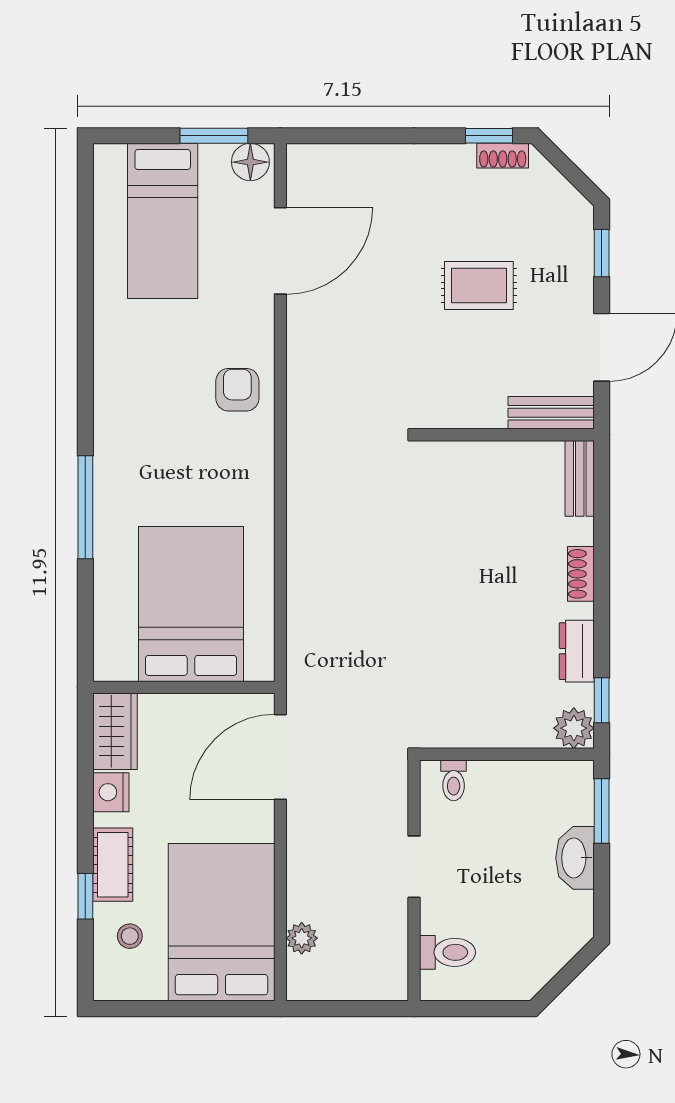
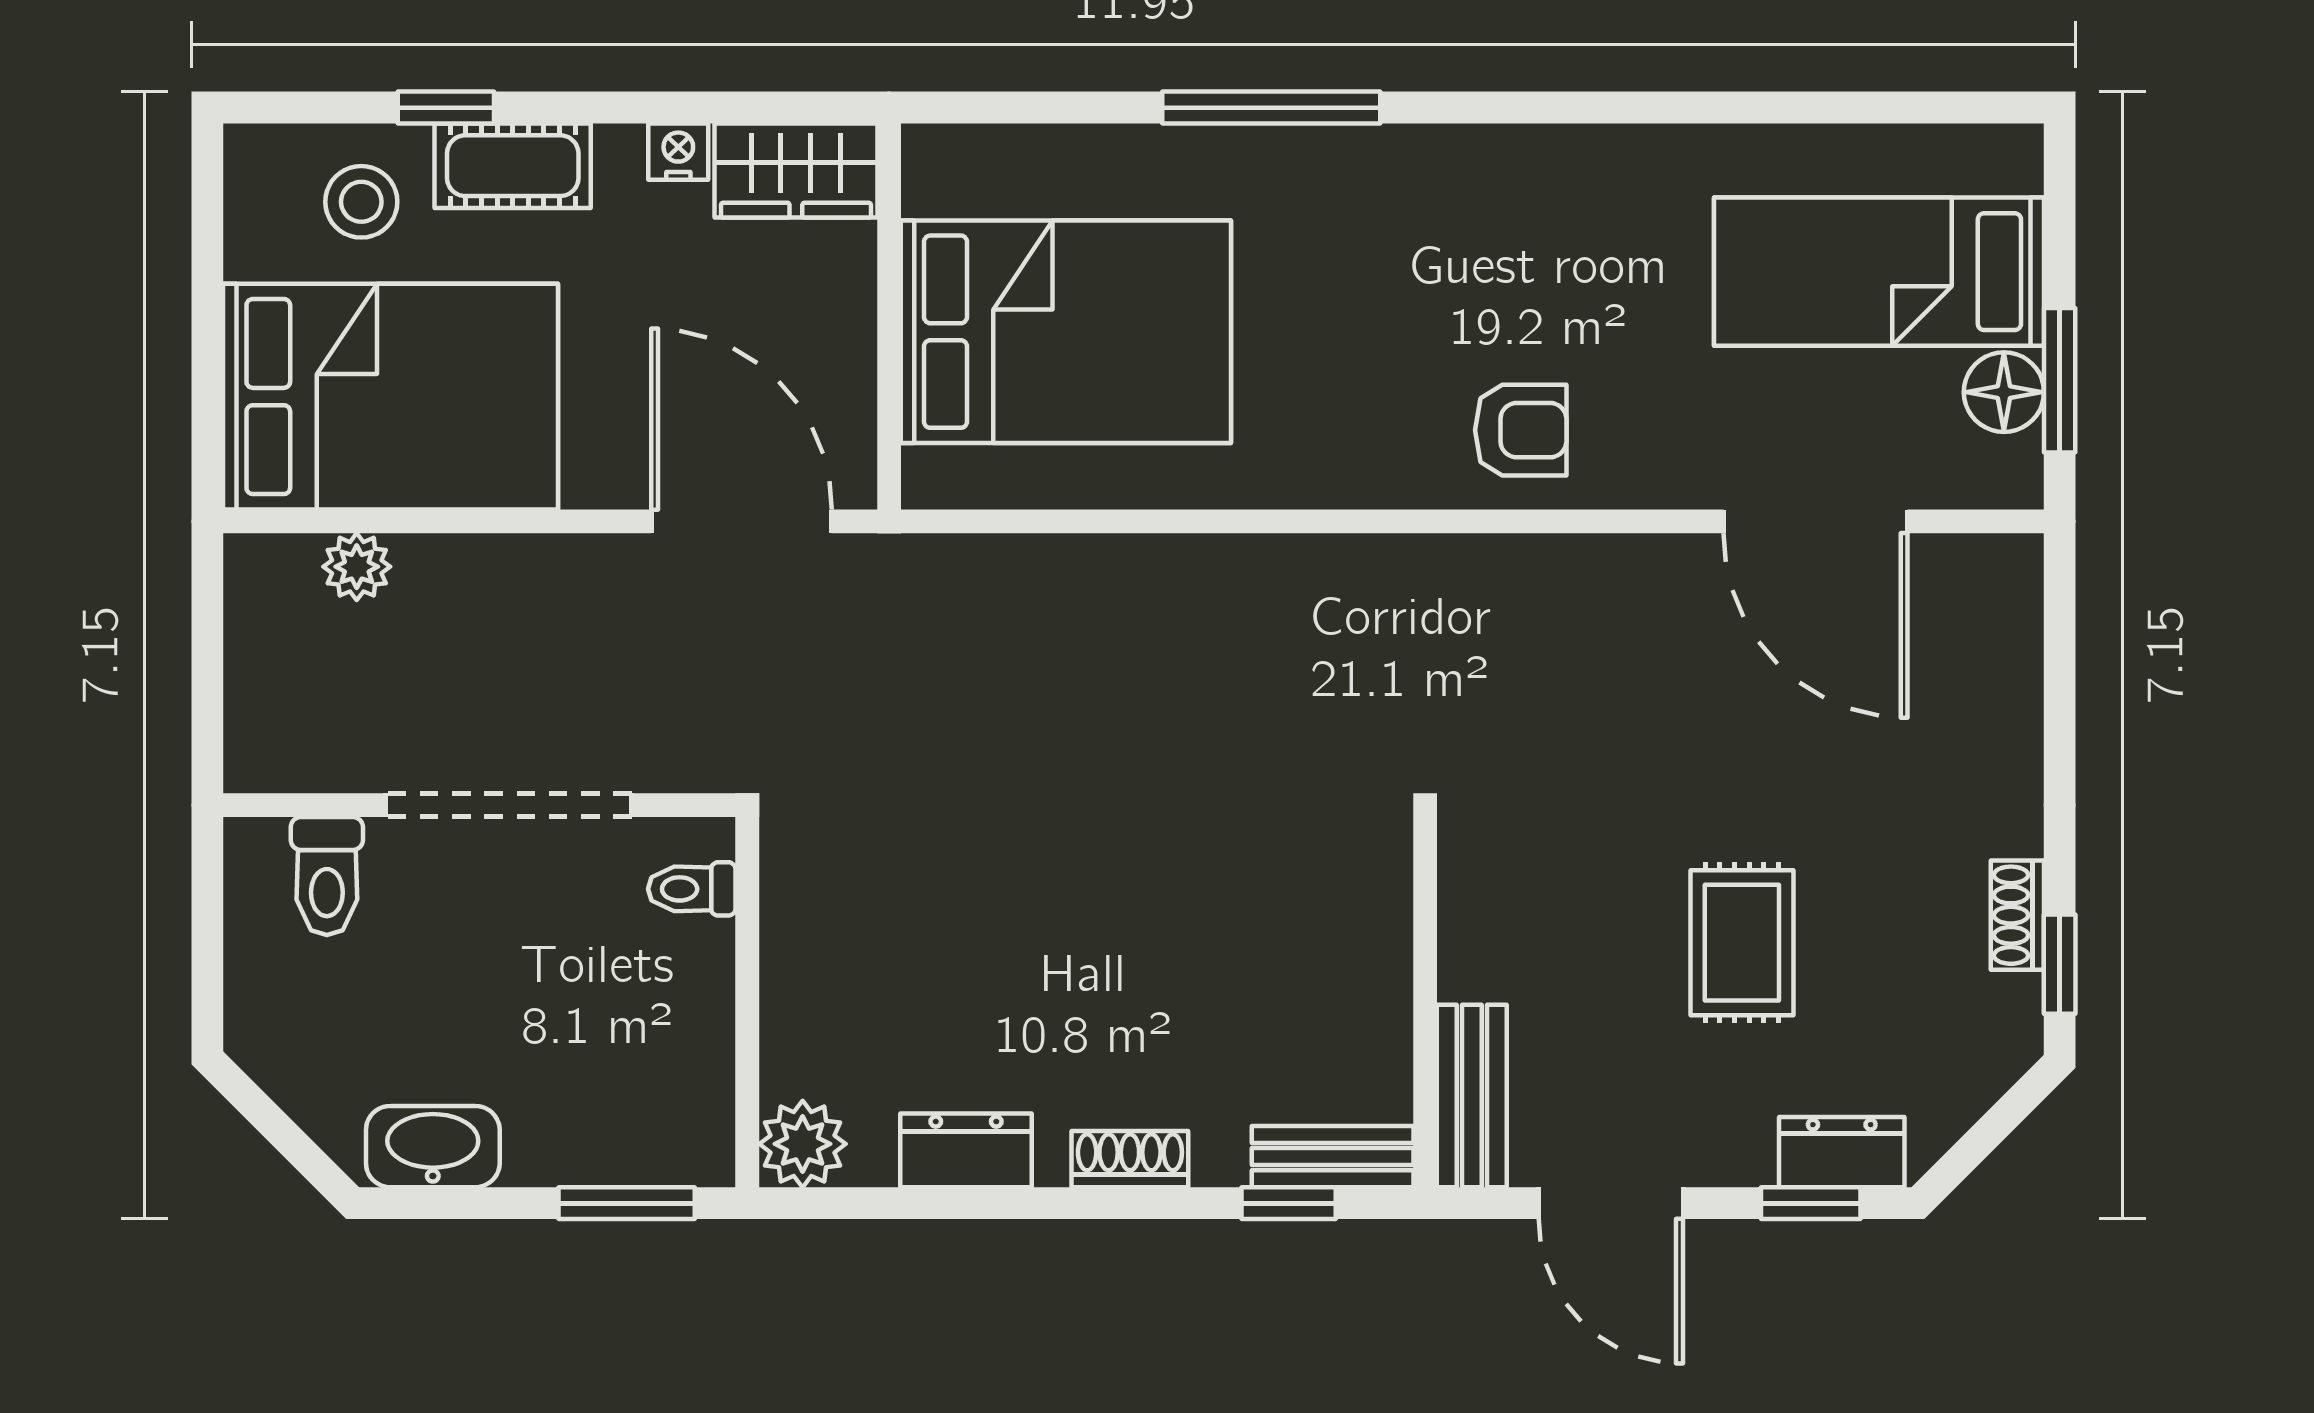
shoe rack: (503, 156) -> (2017, 915), moved
floor lamp: (250, 162) -> (2004, 392), moved
dresser: (578, 238) -> (1842, 1152), added
window: (602, 700) -> (1289, 1203), moved
nightstand: (111, 792) -> (678, 152), width x0.72, depth x0.74
washbasin: (575, 858) -> (433, 1147), moved
doorway: (414, 867) -> (509, 805), width x1.88
stool: (130, 936) -> (361, 202), width x1.37, depth x1.37

